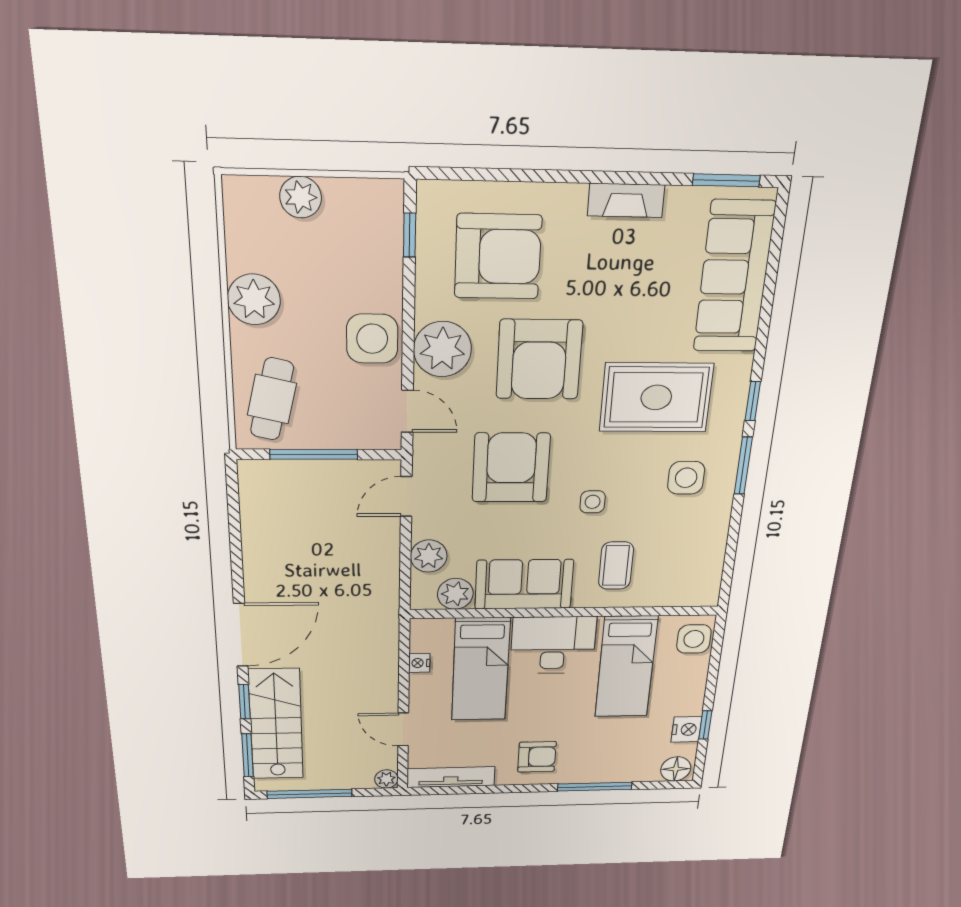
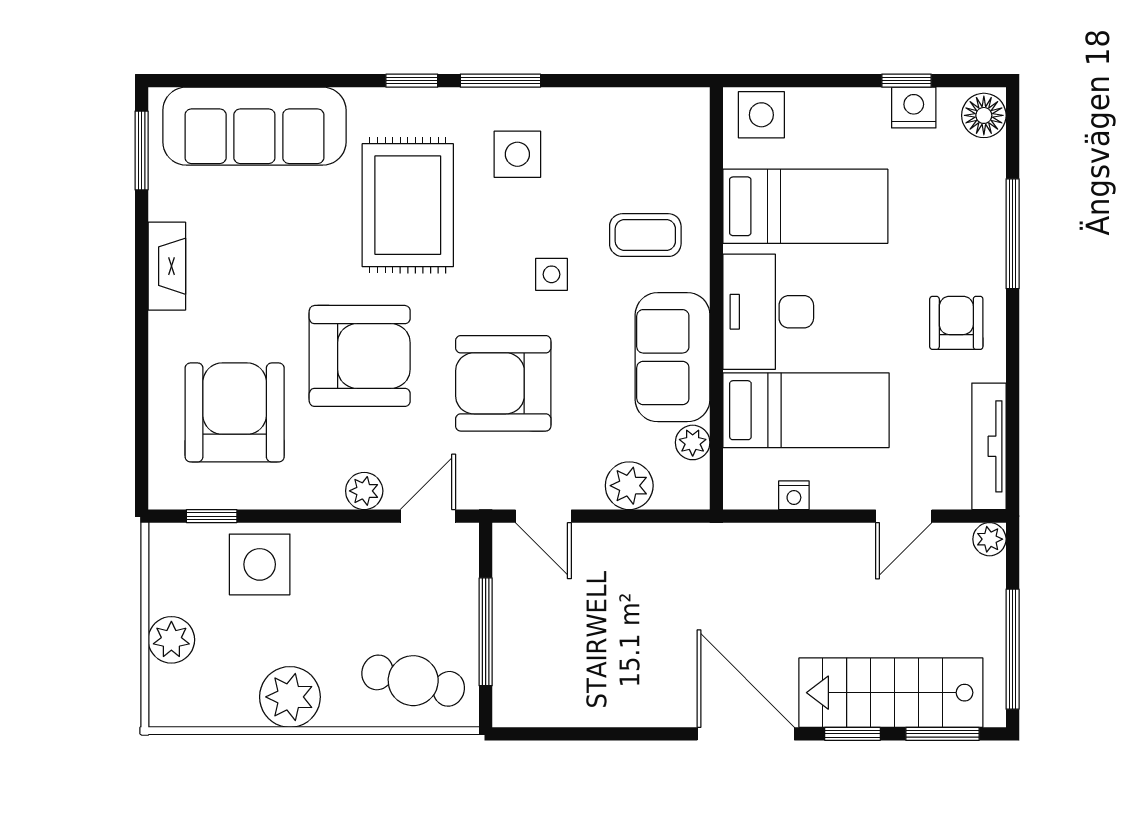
side table: (372, 339) -> (260, 564), moved
plant: (442, 349) -> (364, 491), width x0.53, depth x0.53
plant: (455, 594) -> (693, 442), width x0.73, depth x0.73

